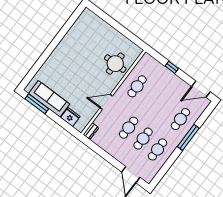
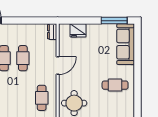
cafe table: (73, 54) -> (115, 85), added
sofa: (49, 99) -> (126, 44), moved, turned 90

